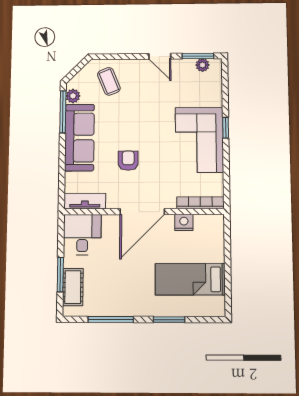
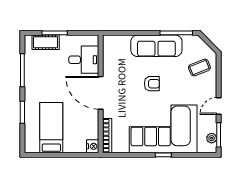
plant: (73, 96) -> (188, 40), removed
corner sofa: (199, 140) -> (163, 129), width x1.36, depth x1.36
armchair: (128, 161) -> (152, 84), moved
tv unit: (85, 201) -> (109, 50), removed
nightstand: (184, 222) -> (93, 146), moved
desk: (82, 235) -> (84, 60), moved

